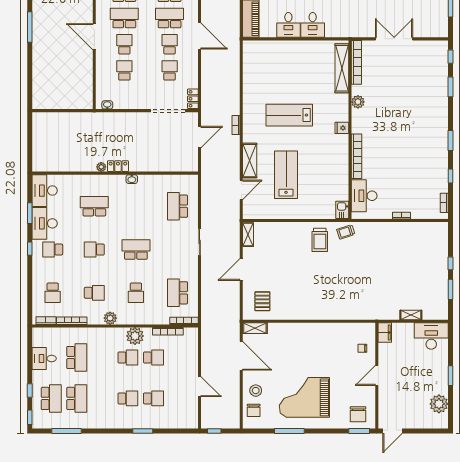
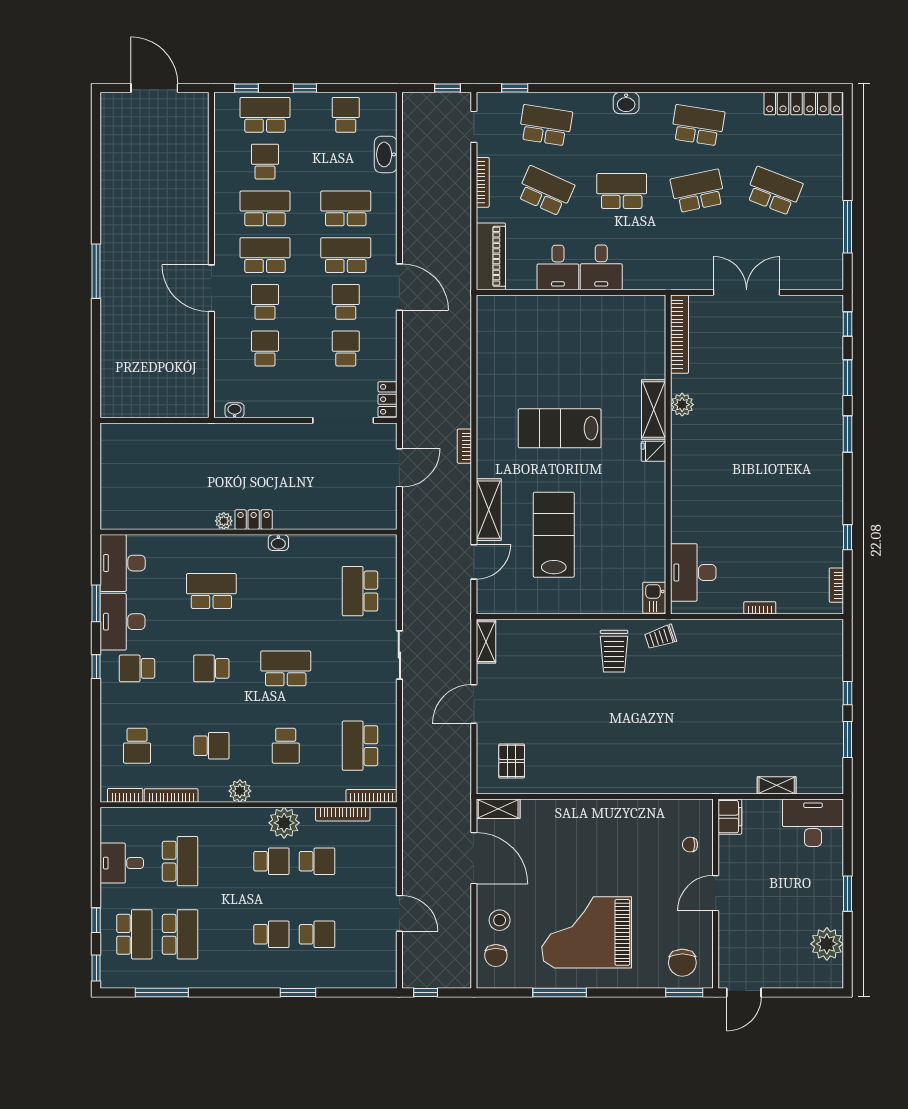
shelving: (342, 68) -> (654, 410), moved, width x0.68
window: (450, 141) -> (847, 434), moved
bookcase: (357, 156) -> (680, 502), removed

